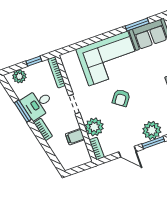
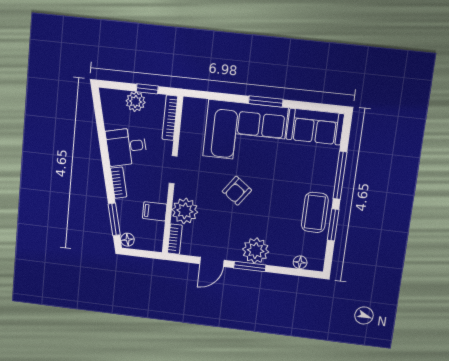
window: (137, 25) -> (266, 101), moved
plant: (19, 76) -> (136, 102), moved
window: (23, 111) -> (114, 219), moved
door: (128, 152) -> (212, 262), hinge flipped
floor lamp: (66, 164) -> (127, 240), added

